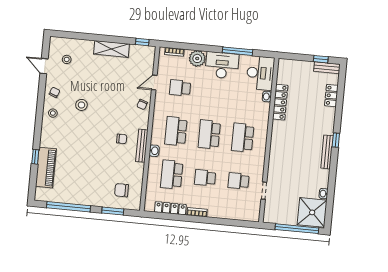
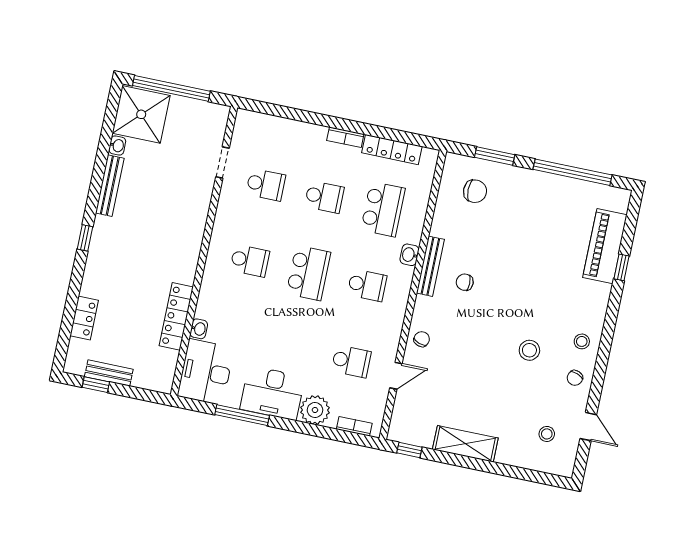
bench: (327, 68) -> (109, 373), moved
school desk: (176, 131) -> (367, 285), width x0.54
school desk: (243, 138) -> (250, 261), width x0.54
bench: (327, 152) -> (110, 186), moved

